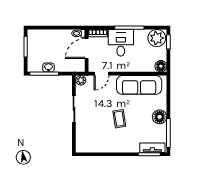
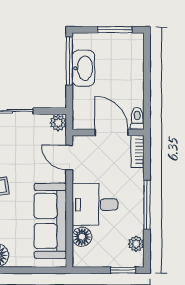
plant: (157, 38) -> (136, 244), width x0.53, depth x0.53
desk: (121, 43) -> (95, 205), moved, turned 180
floor lamp: (161, 66) -> (82, 237), moved
washbasin: (48, 67) -> (83, 68), width x1.91, depth x1.45

